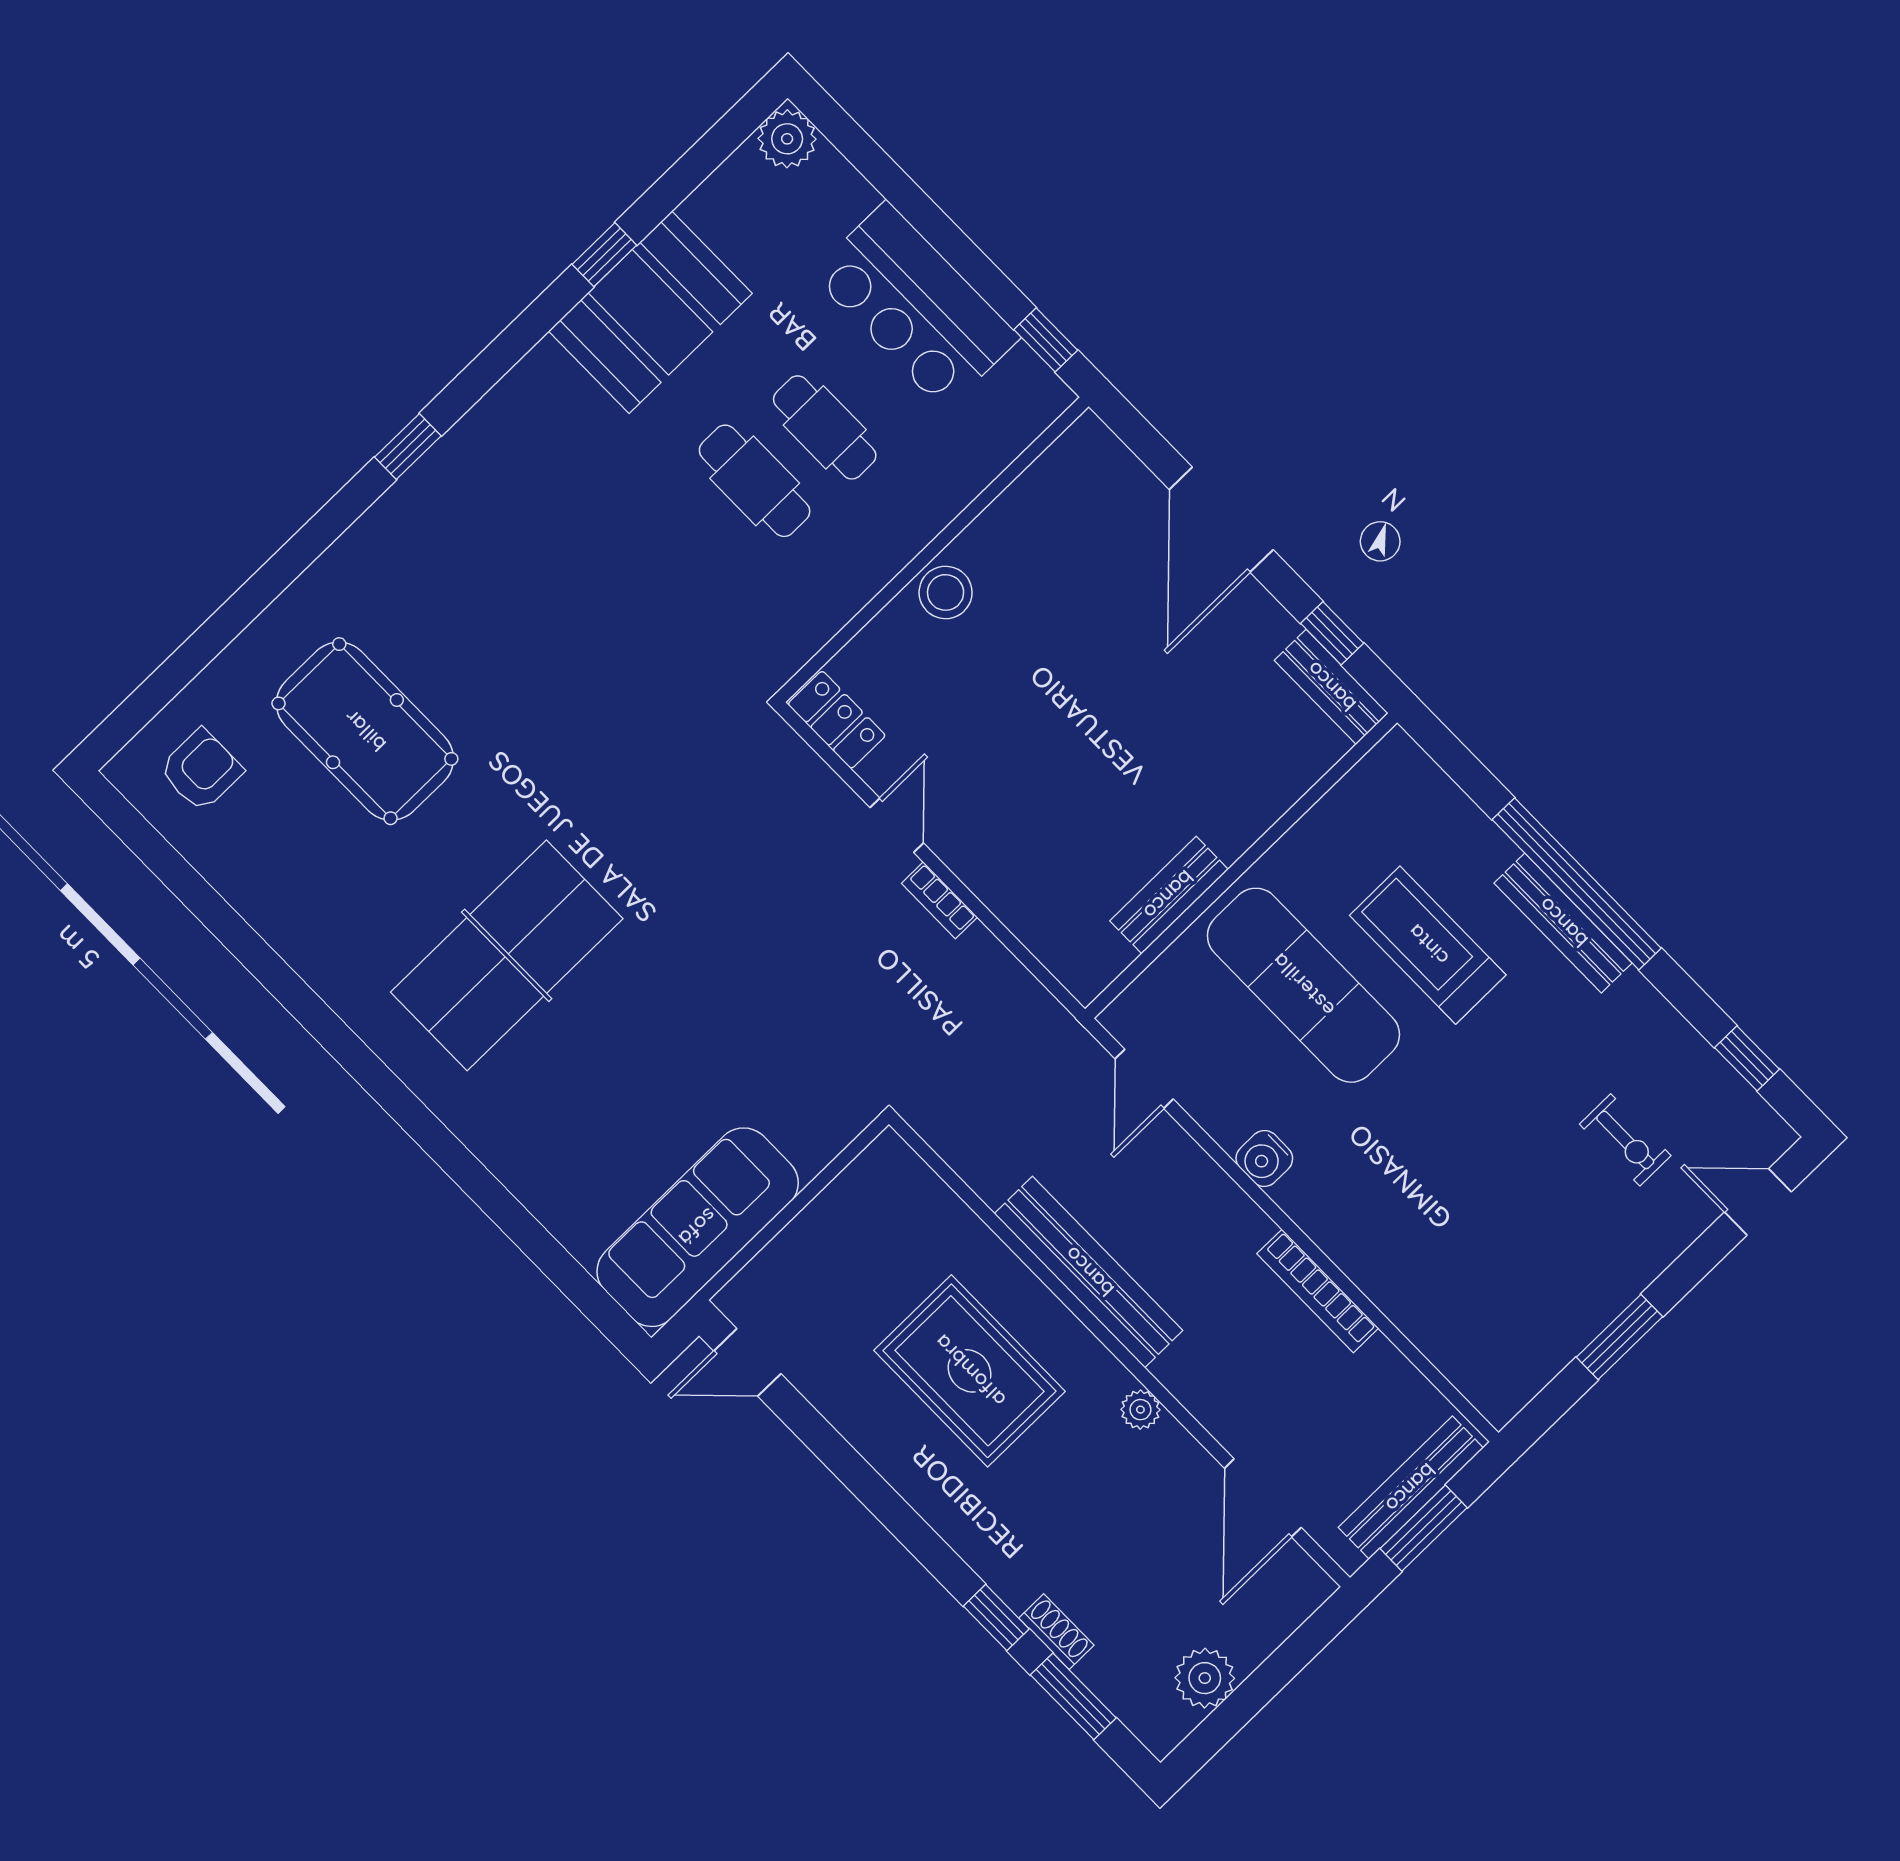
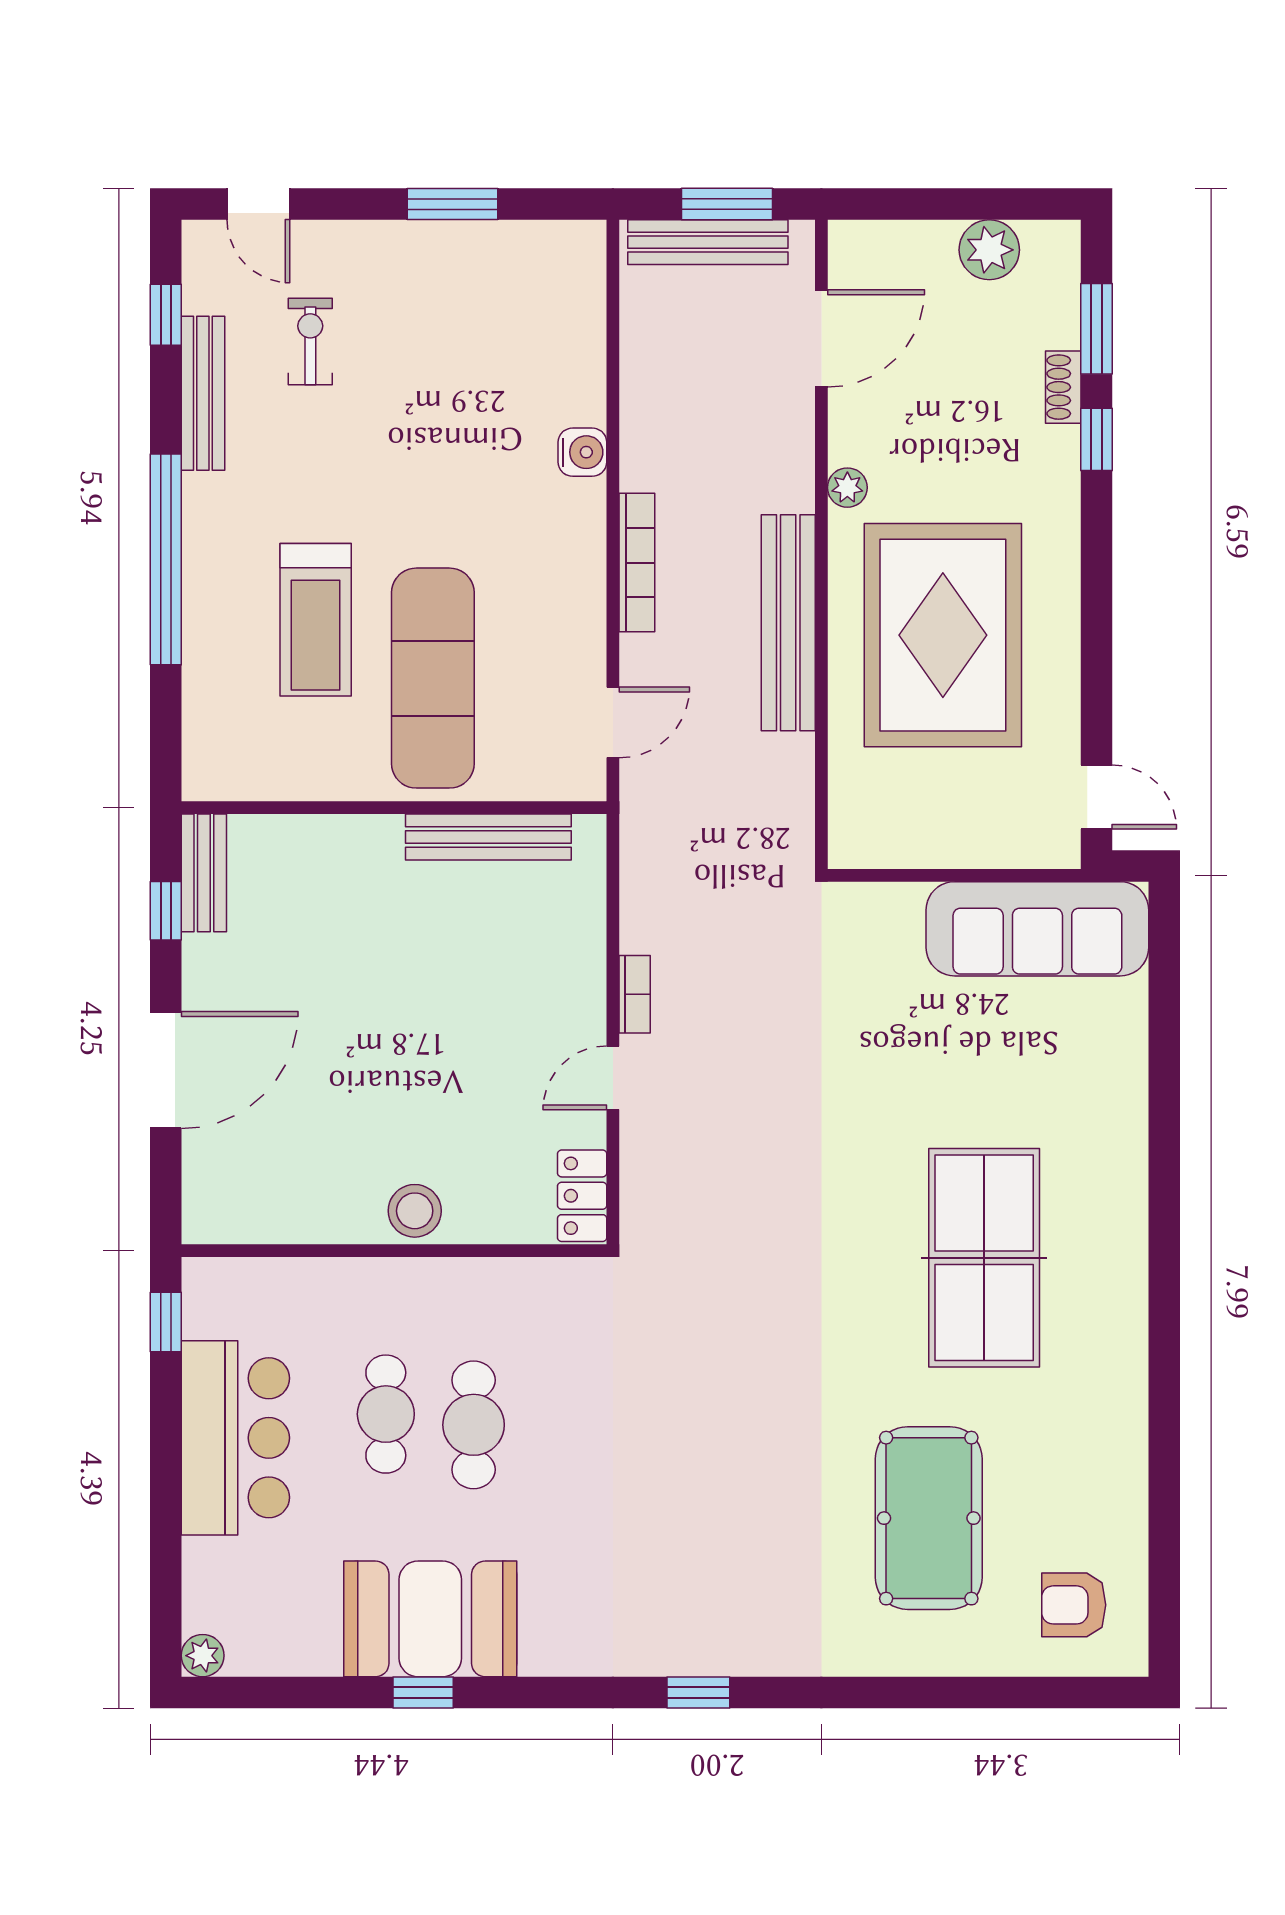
plant: (787, 139) -> (203, 1656), width x0.73, depth x0.73
bench: (1169, 895) -> (488, 837), width x1.36
bench: (1563, 923) -> (203, 393), moved
table tennis table: (507, 955) -> (984, 1258), turned 90
water cooler: (1264, 1158) -> (582, 452), moved
bookcase: (1318, 1291) -> (637, 563), moved
rug: (970, 1371) -> (943, 635), width x1.37, depth x1.44

